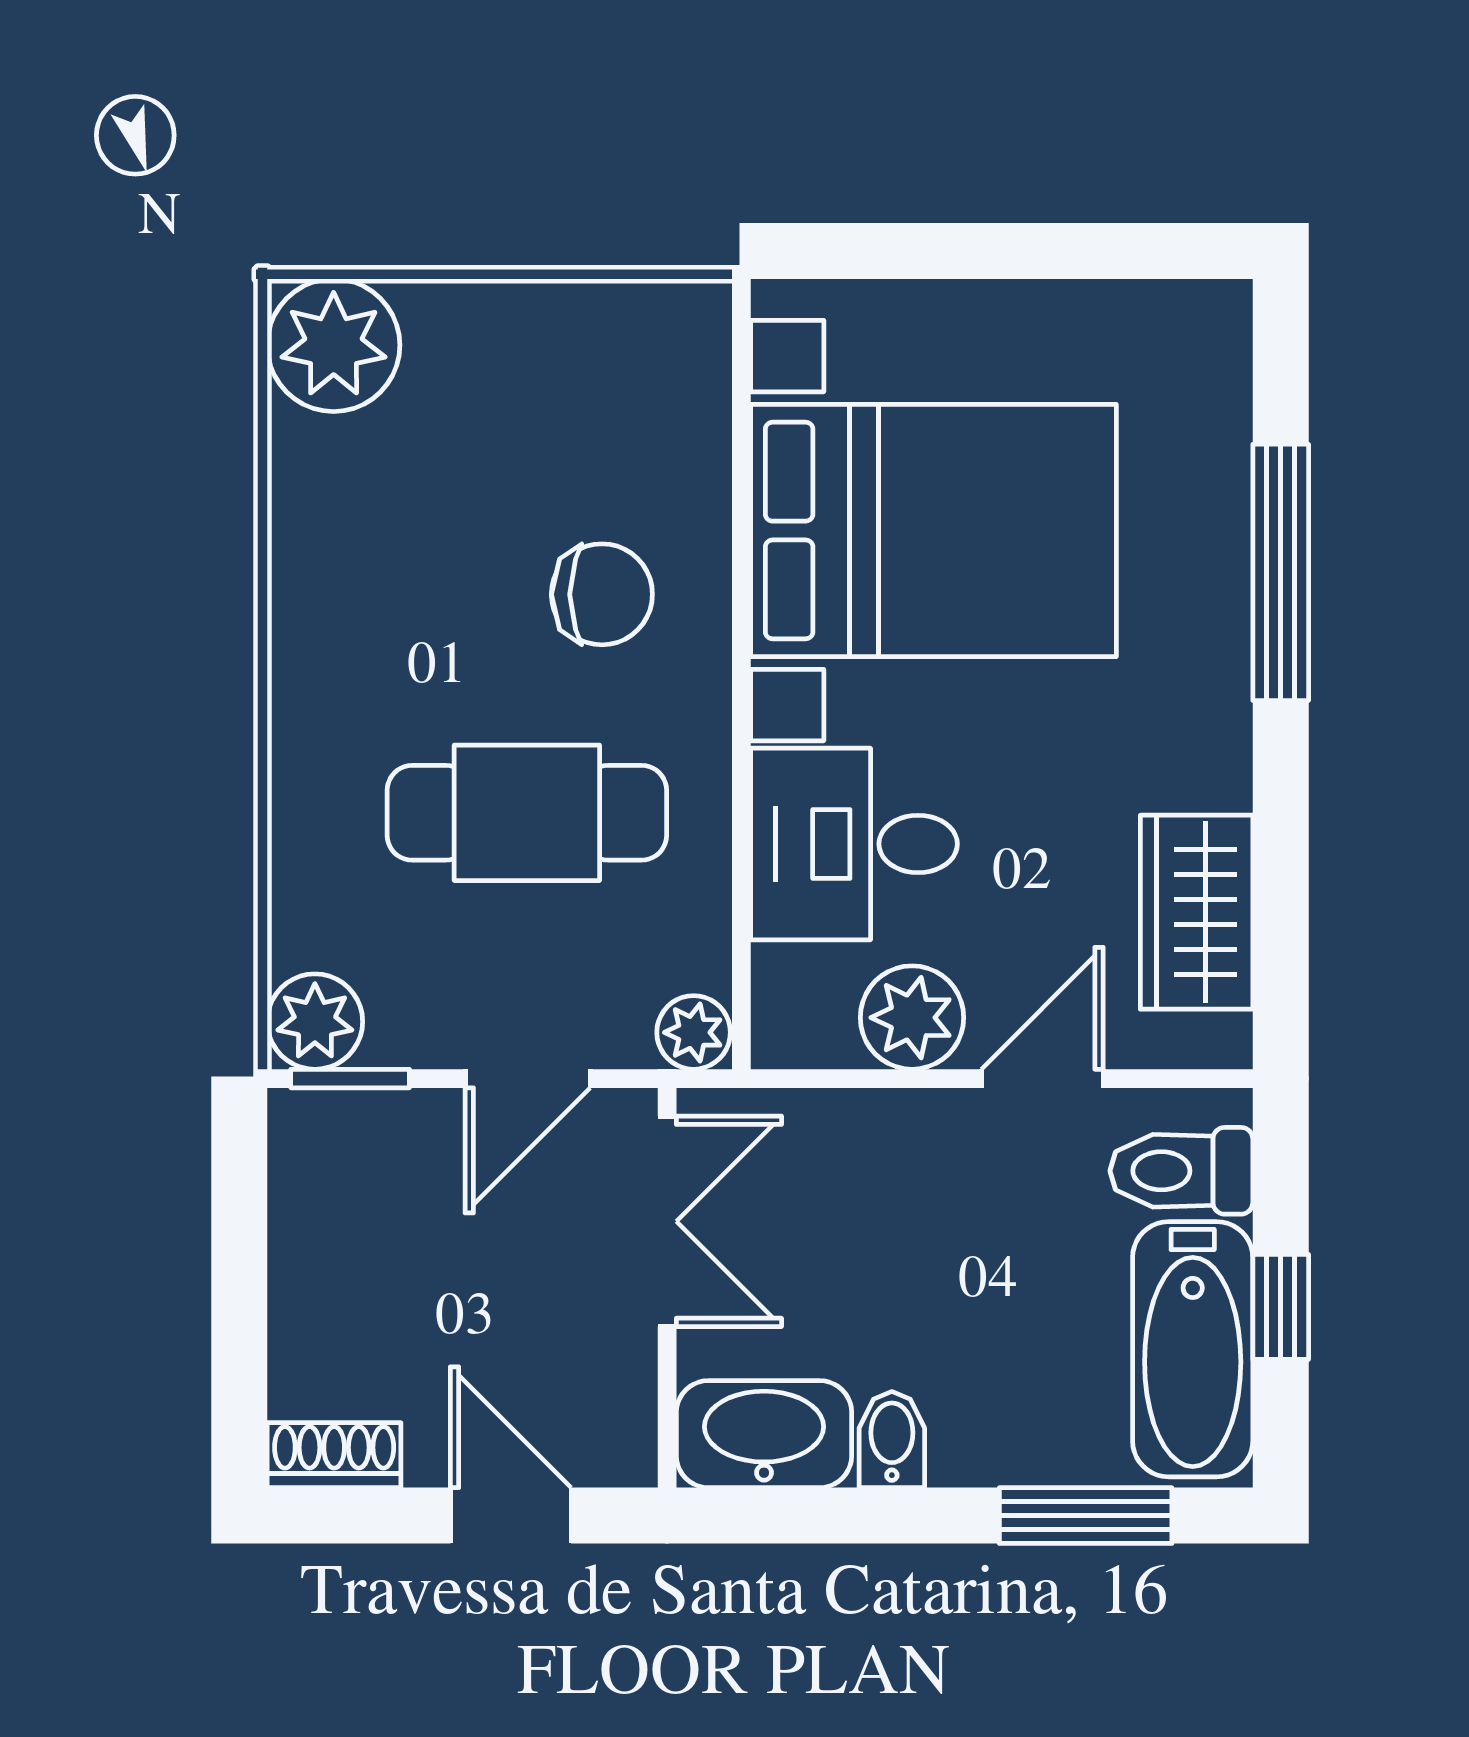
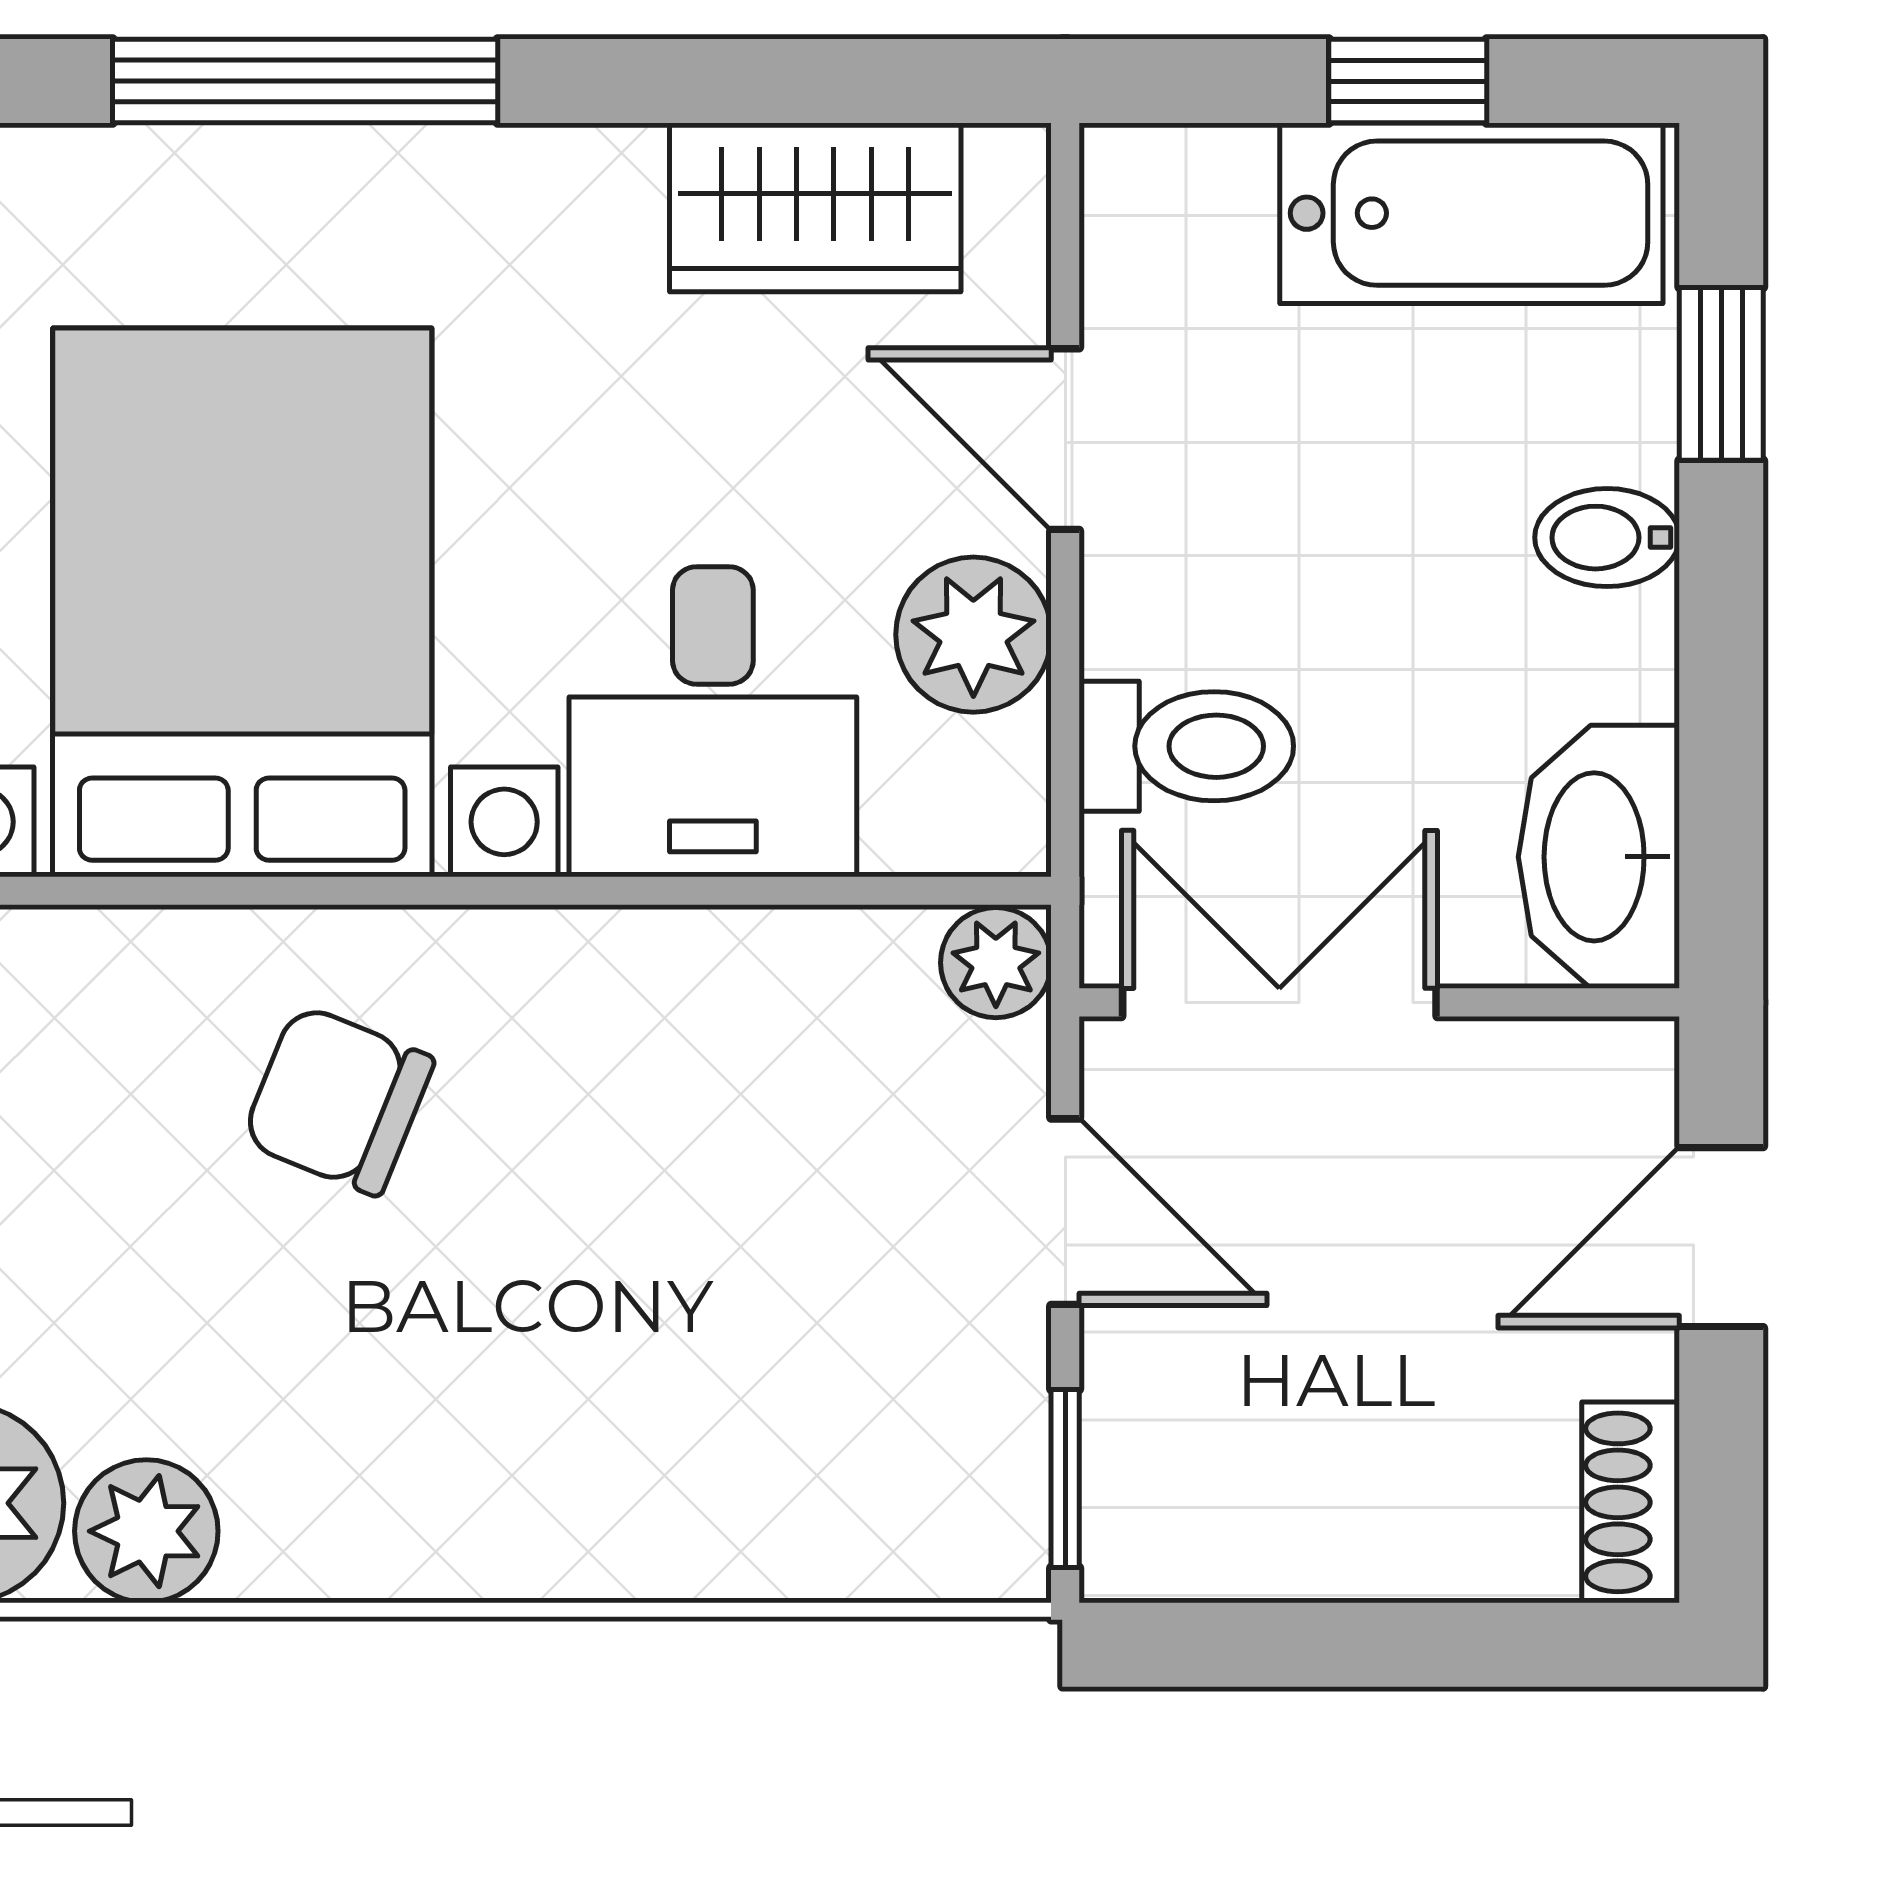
chair: (602, 594) -> (338, 1100), turned -68
cafe table: (527, 813) -> (666, 1213), removed
plant: (315, 1022) -> (146, 1531), moved
toilet: (1181, 1171) -> (1186, 746), moved, turned -90
bidet: (892, 1440) -> (1607, 538), moved
window: (1086, 1516) -> (1721, 374), width x0.67

